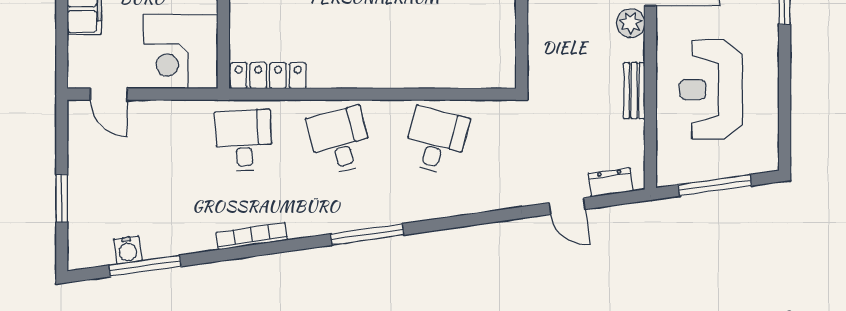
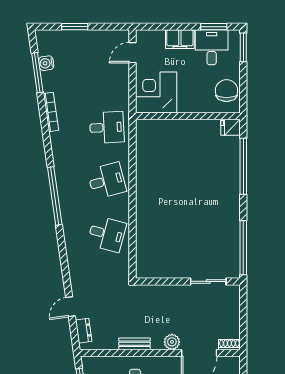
locker: (268, 76) -> (143, 141), removed
window: (367, 234) -> (55, 196), width x1.46
bookcase: (252, 236) -> (51, 112), moved

